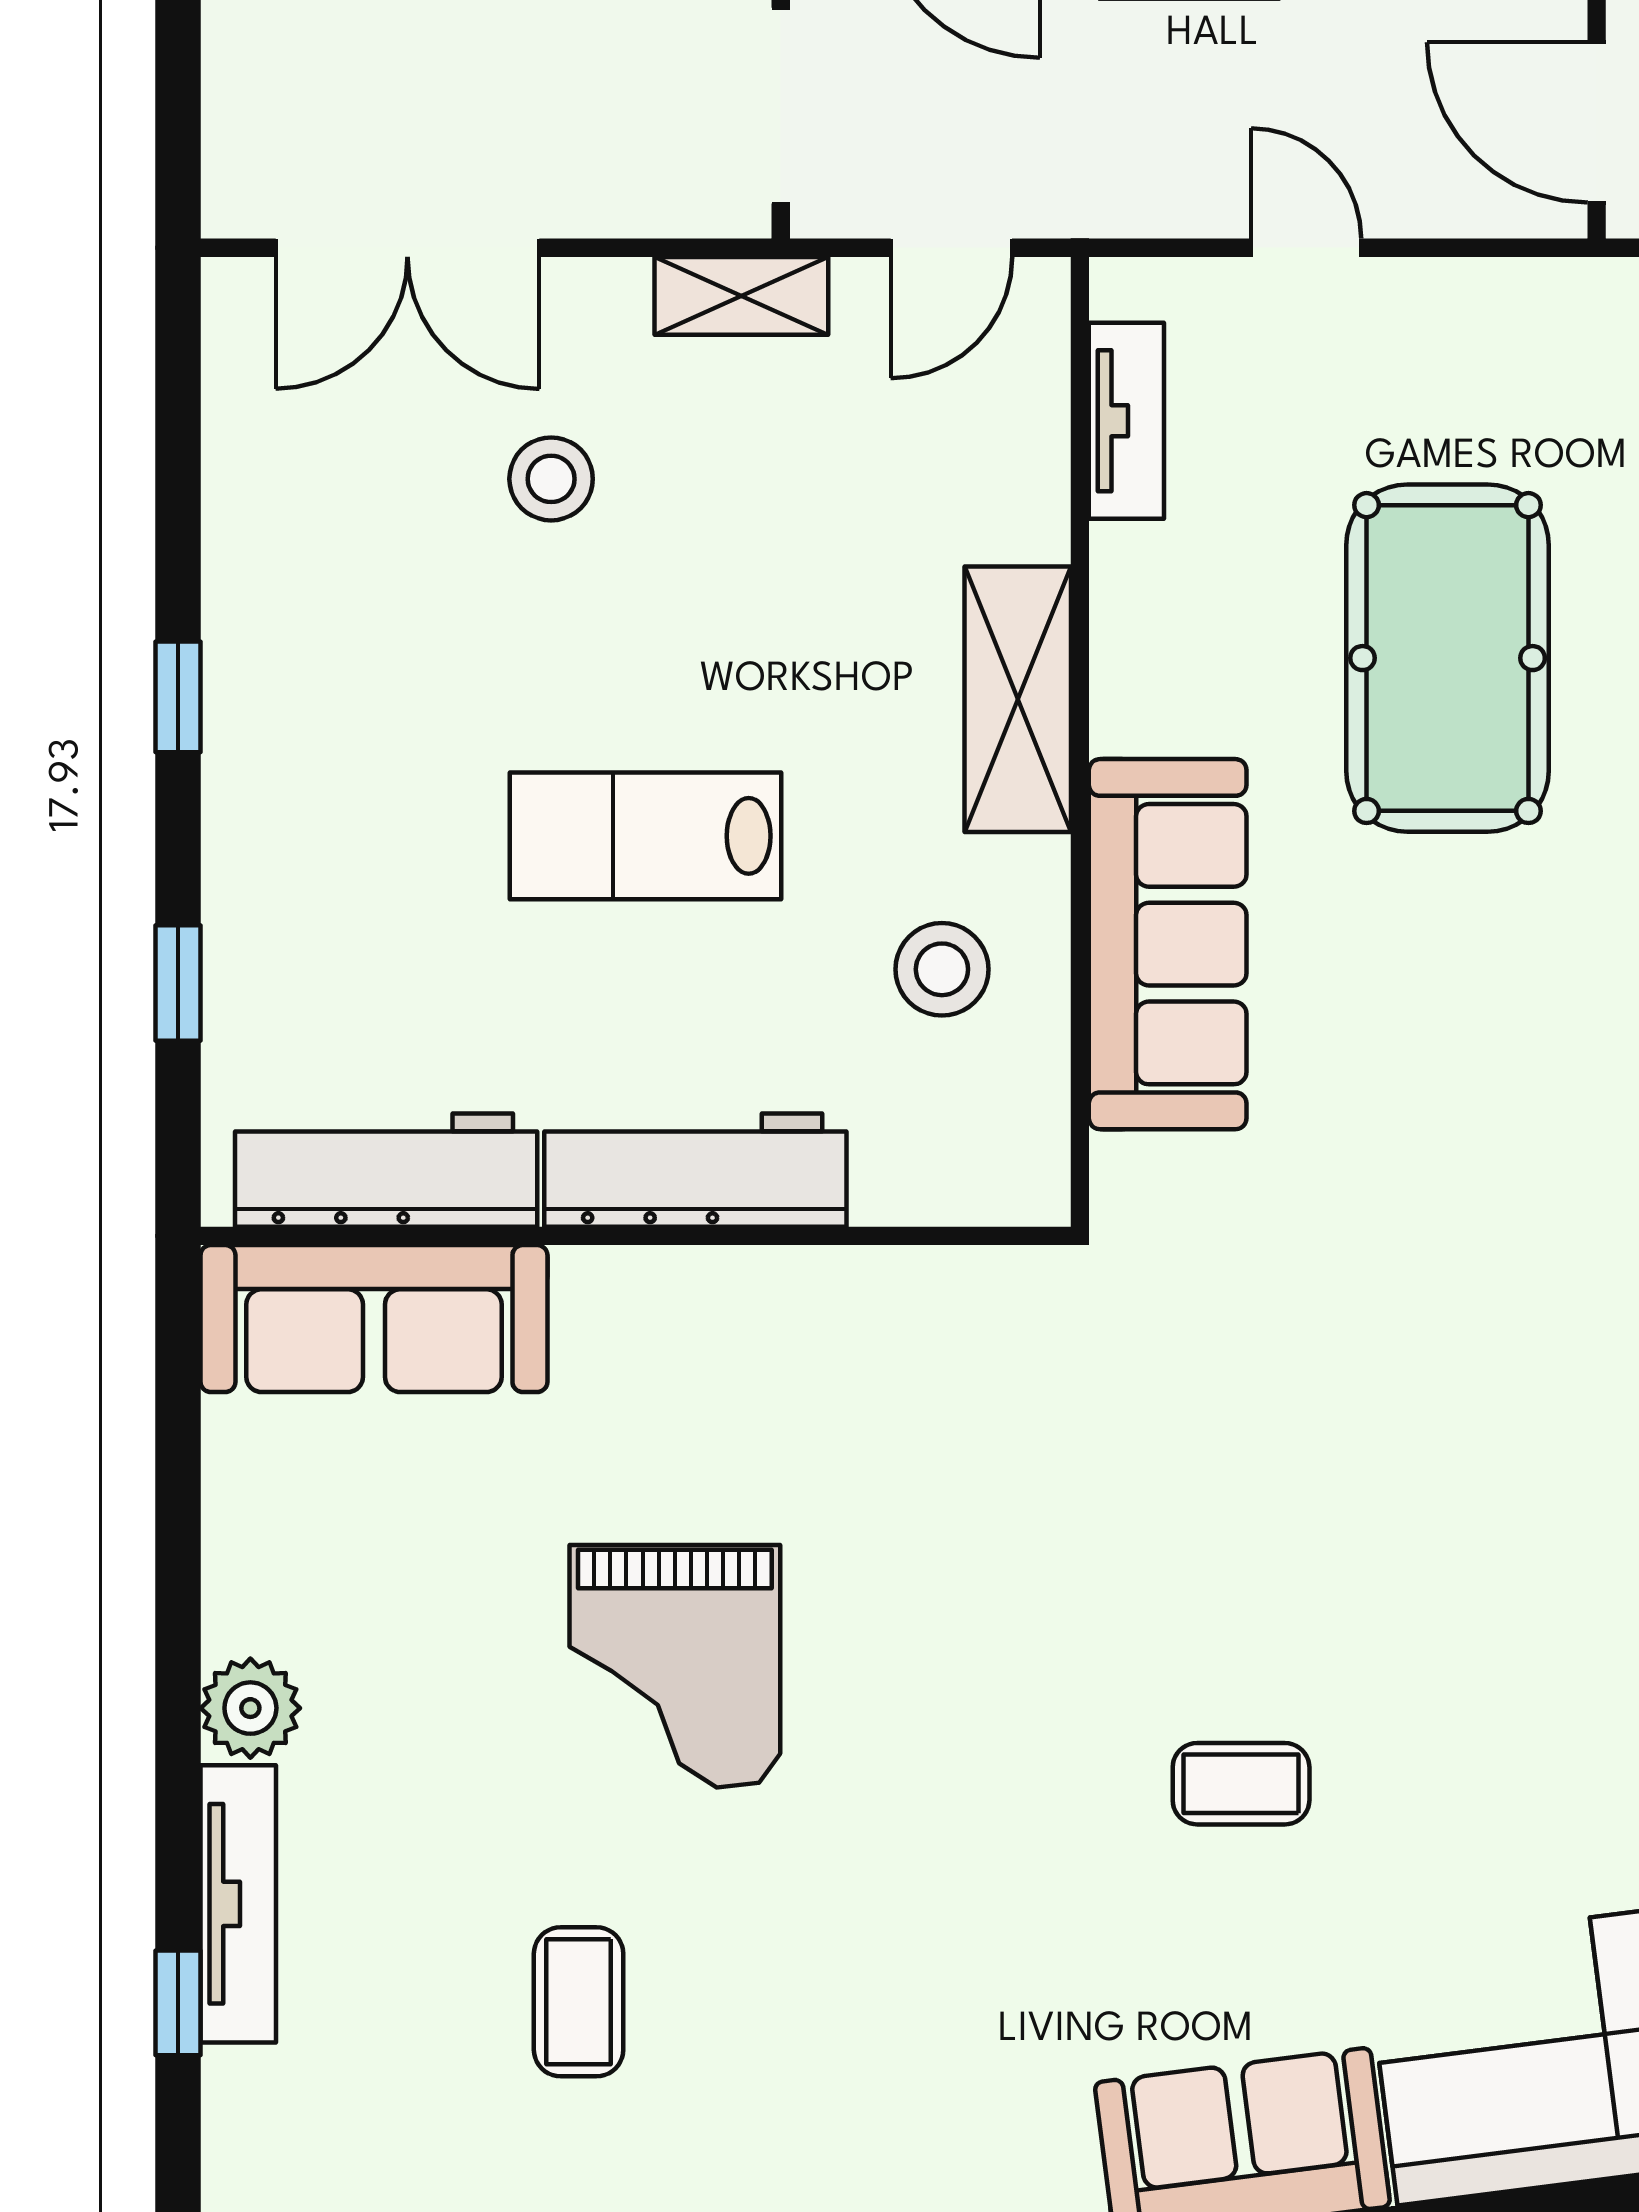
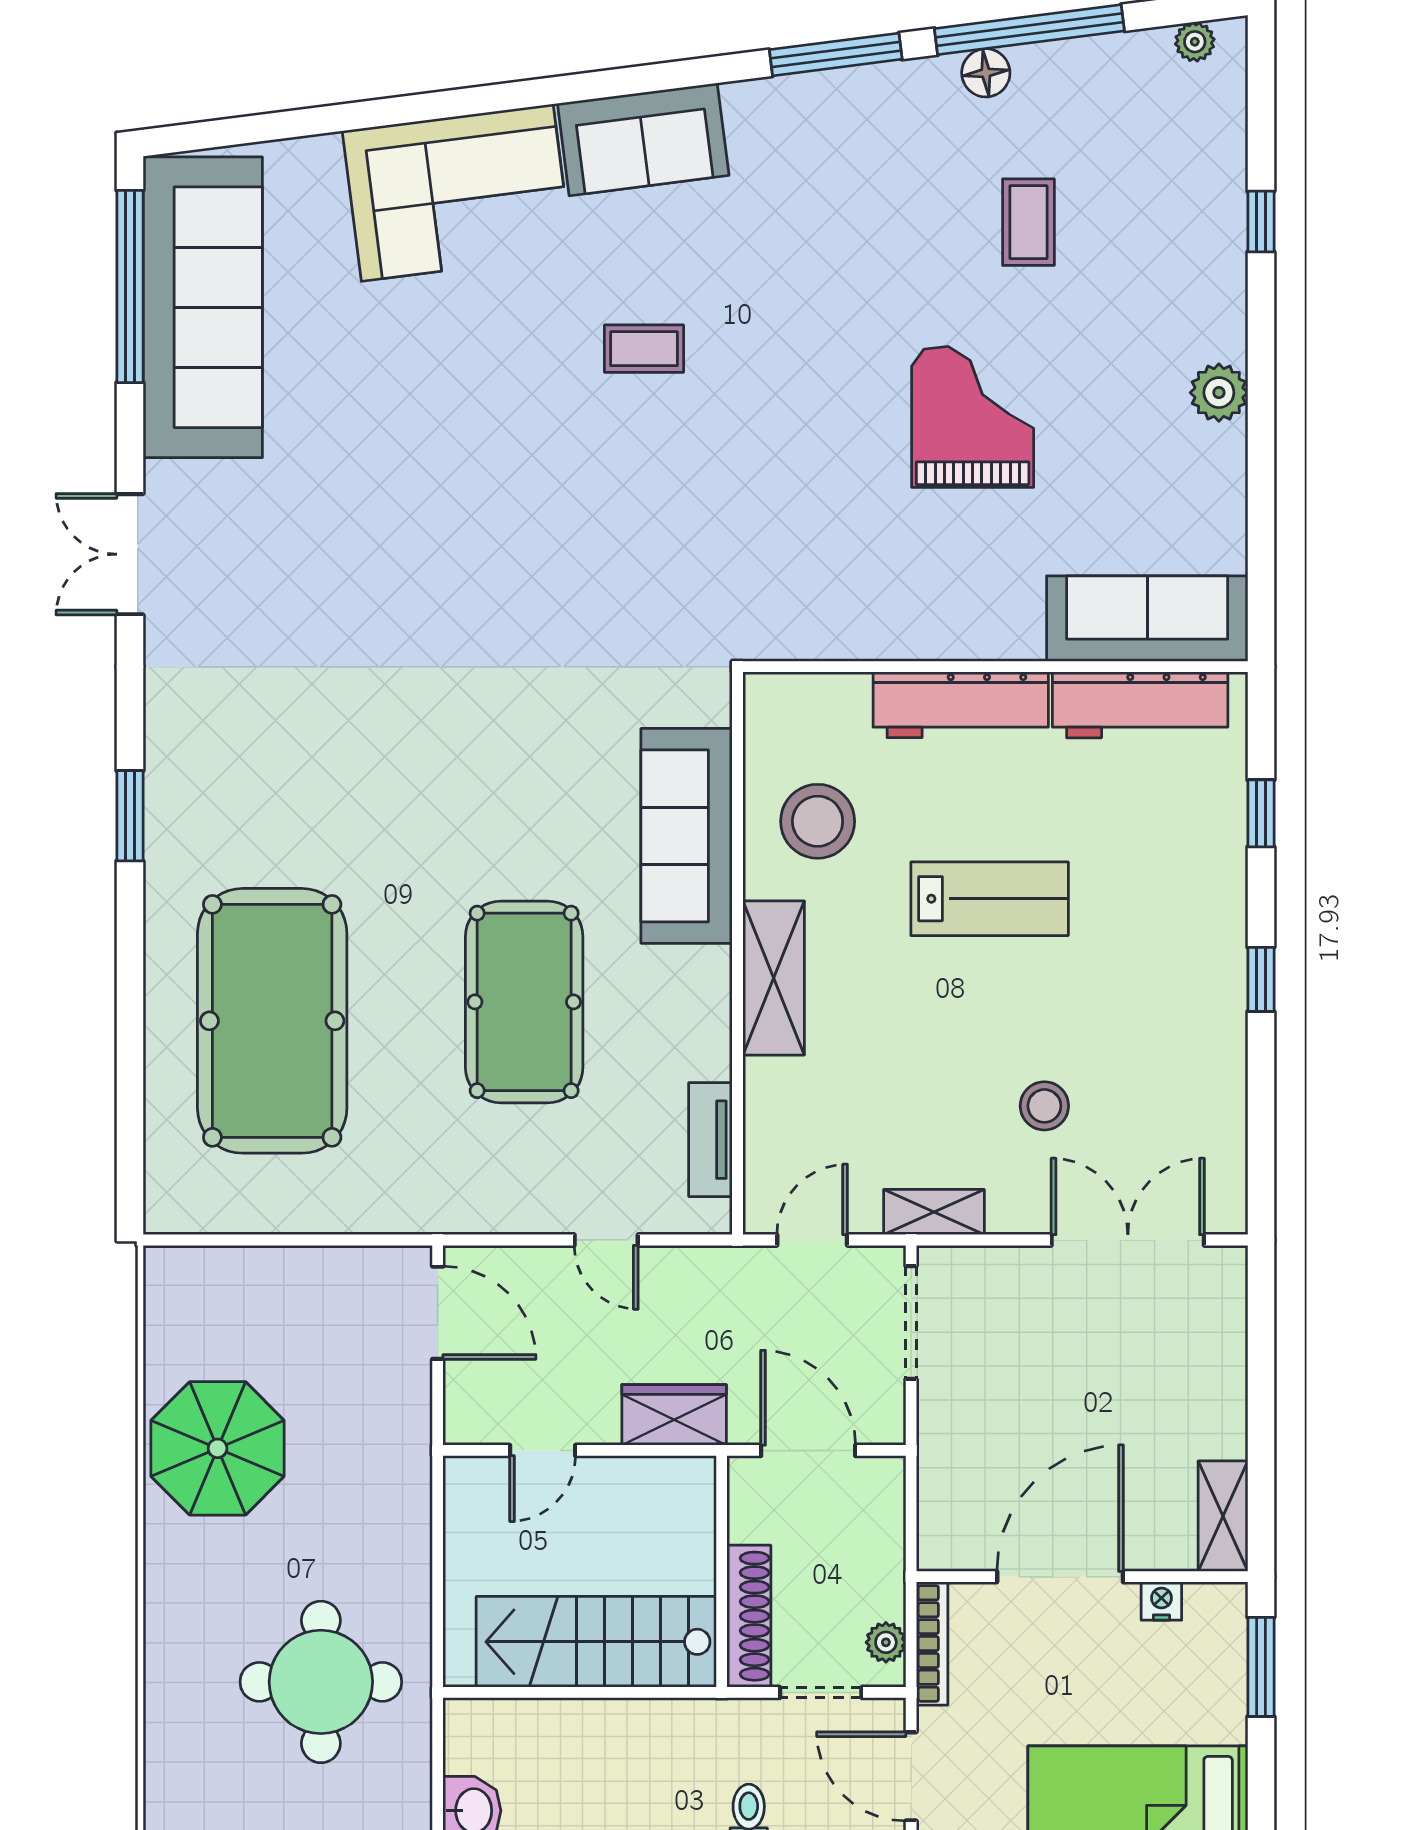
stool: (942, 969) -> (818, 821), width x1.38, depth x1.38
tv unit: (238, 1904) -> (1226, 279), removed

